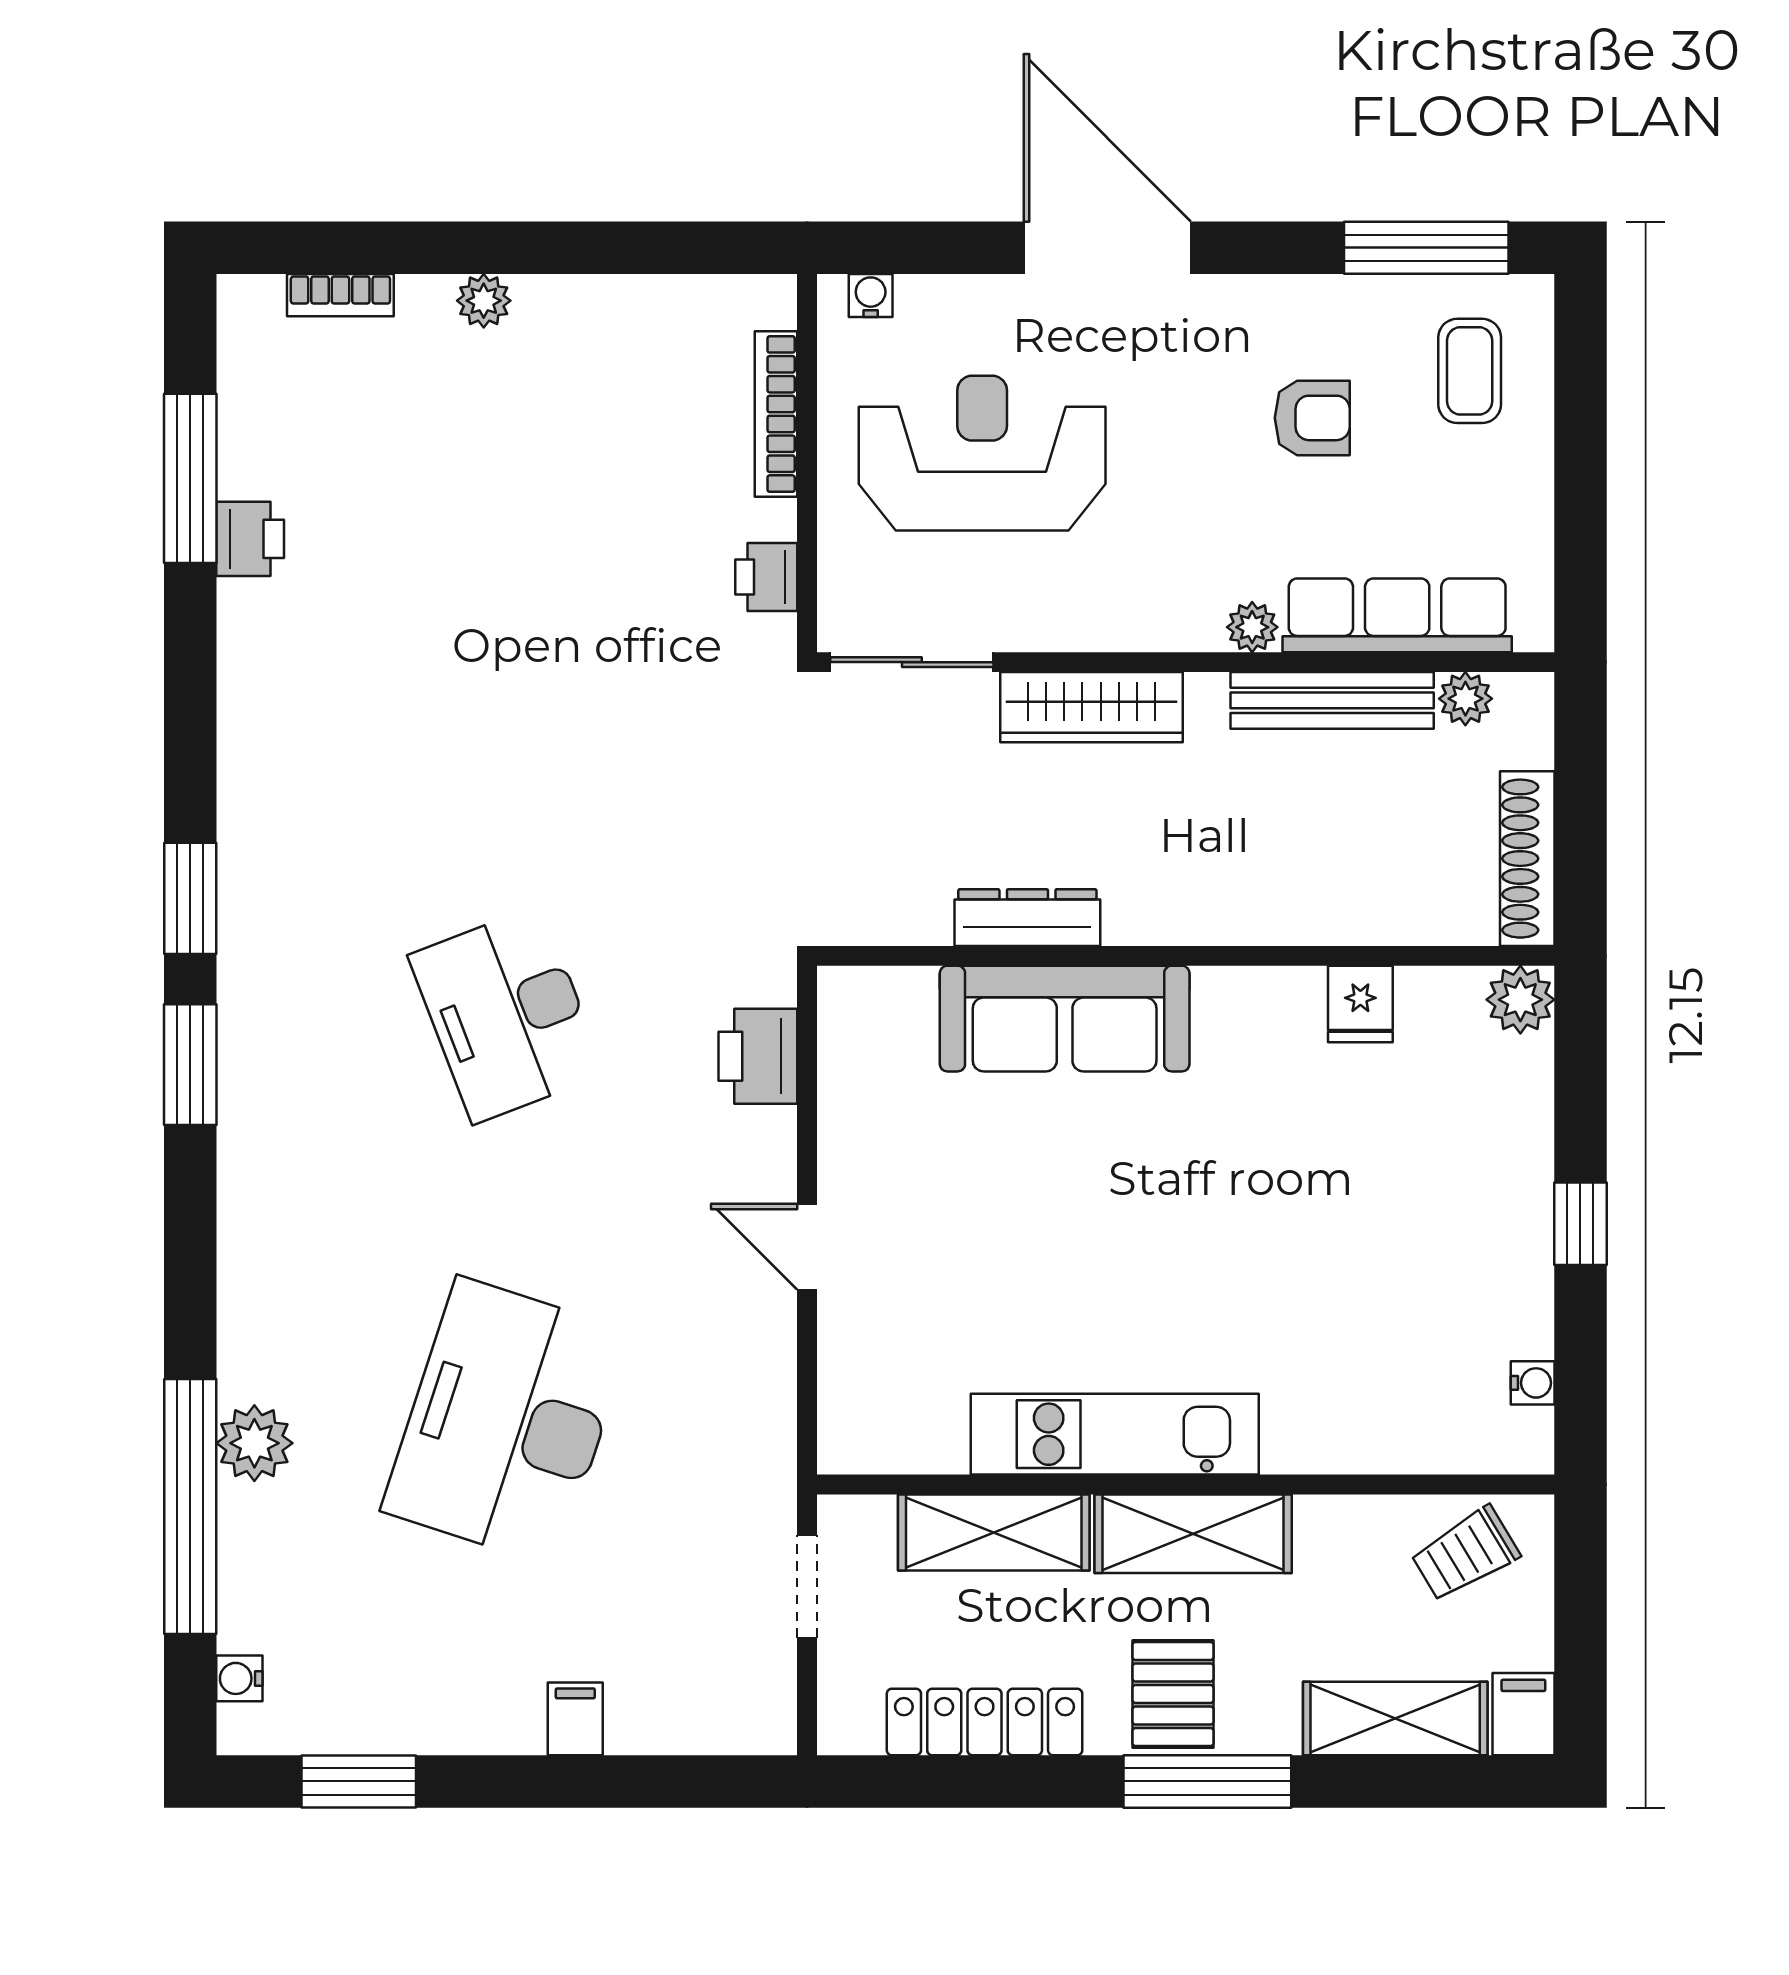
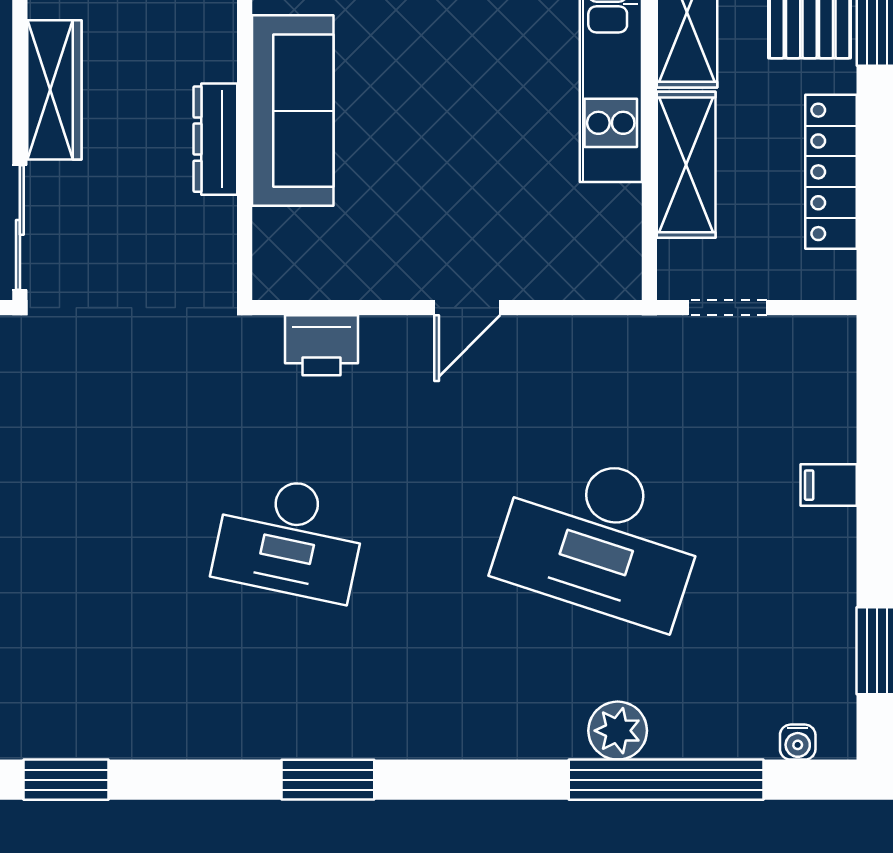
window: (190, 898) -> (66, 780), moved
desk: (507, 1015) -> (290, 537), turned 33

